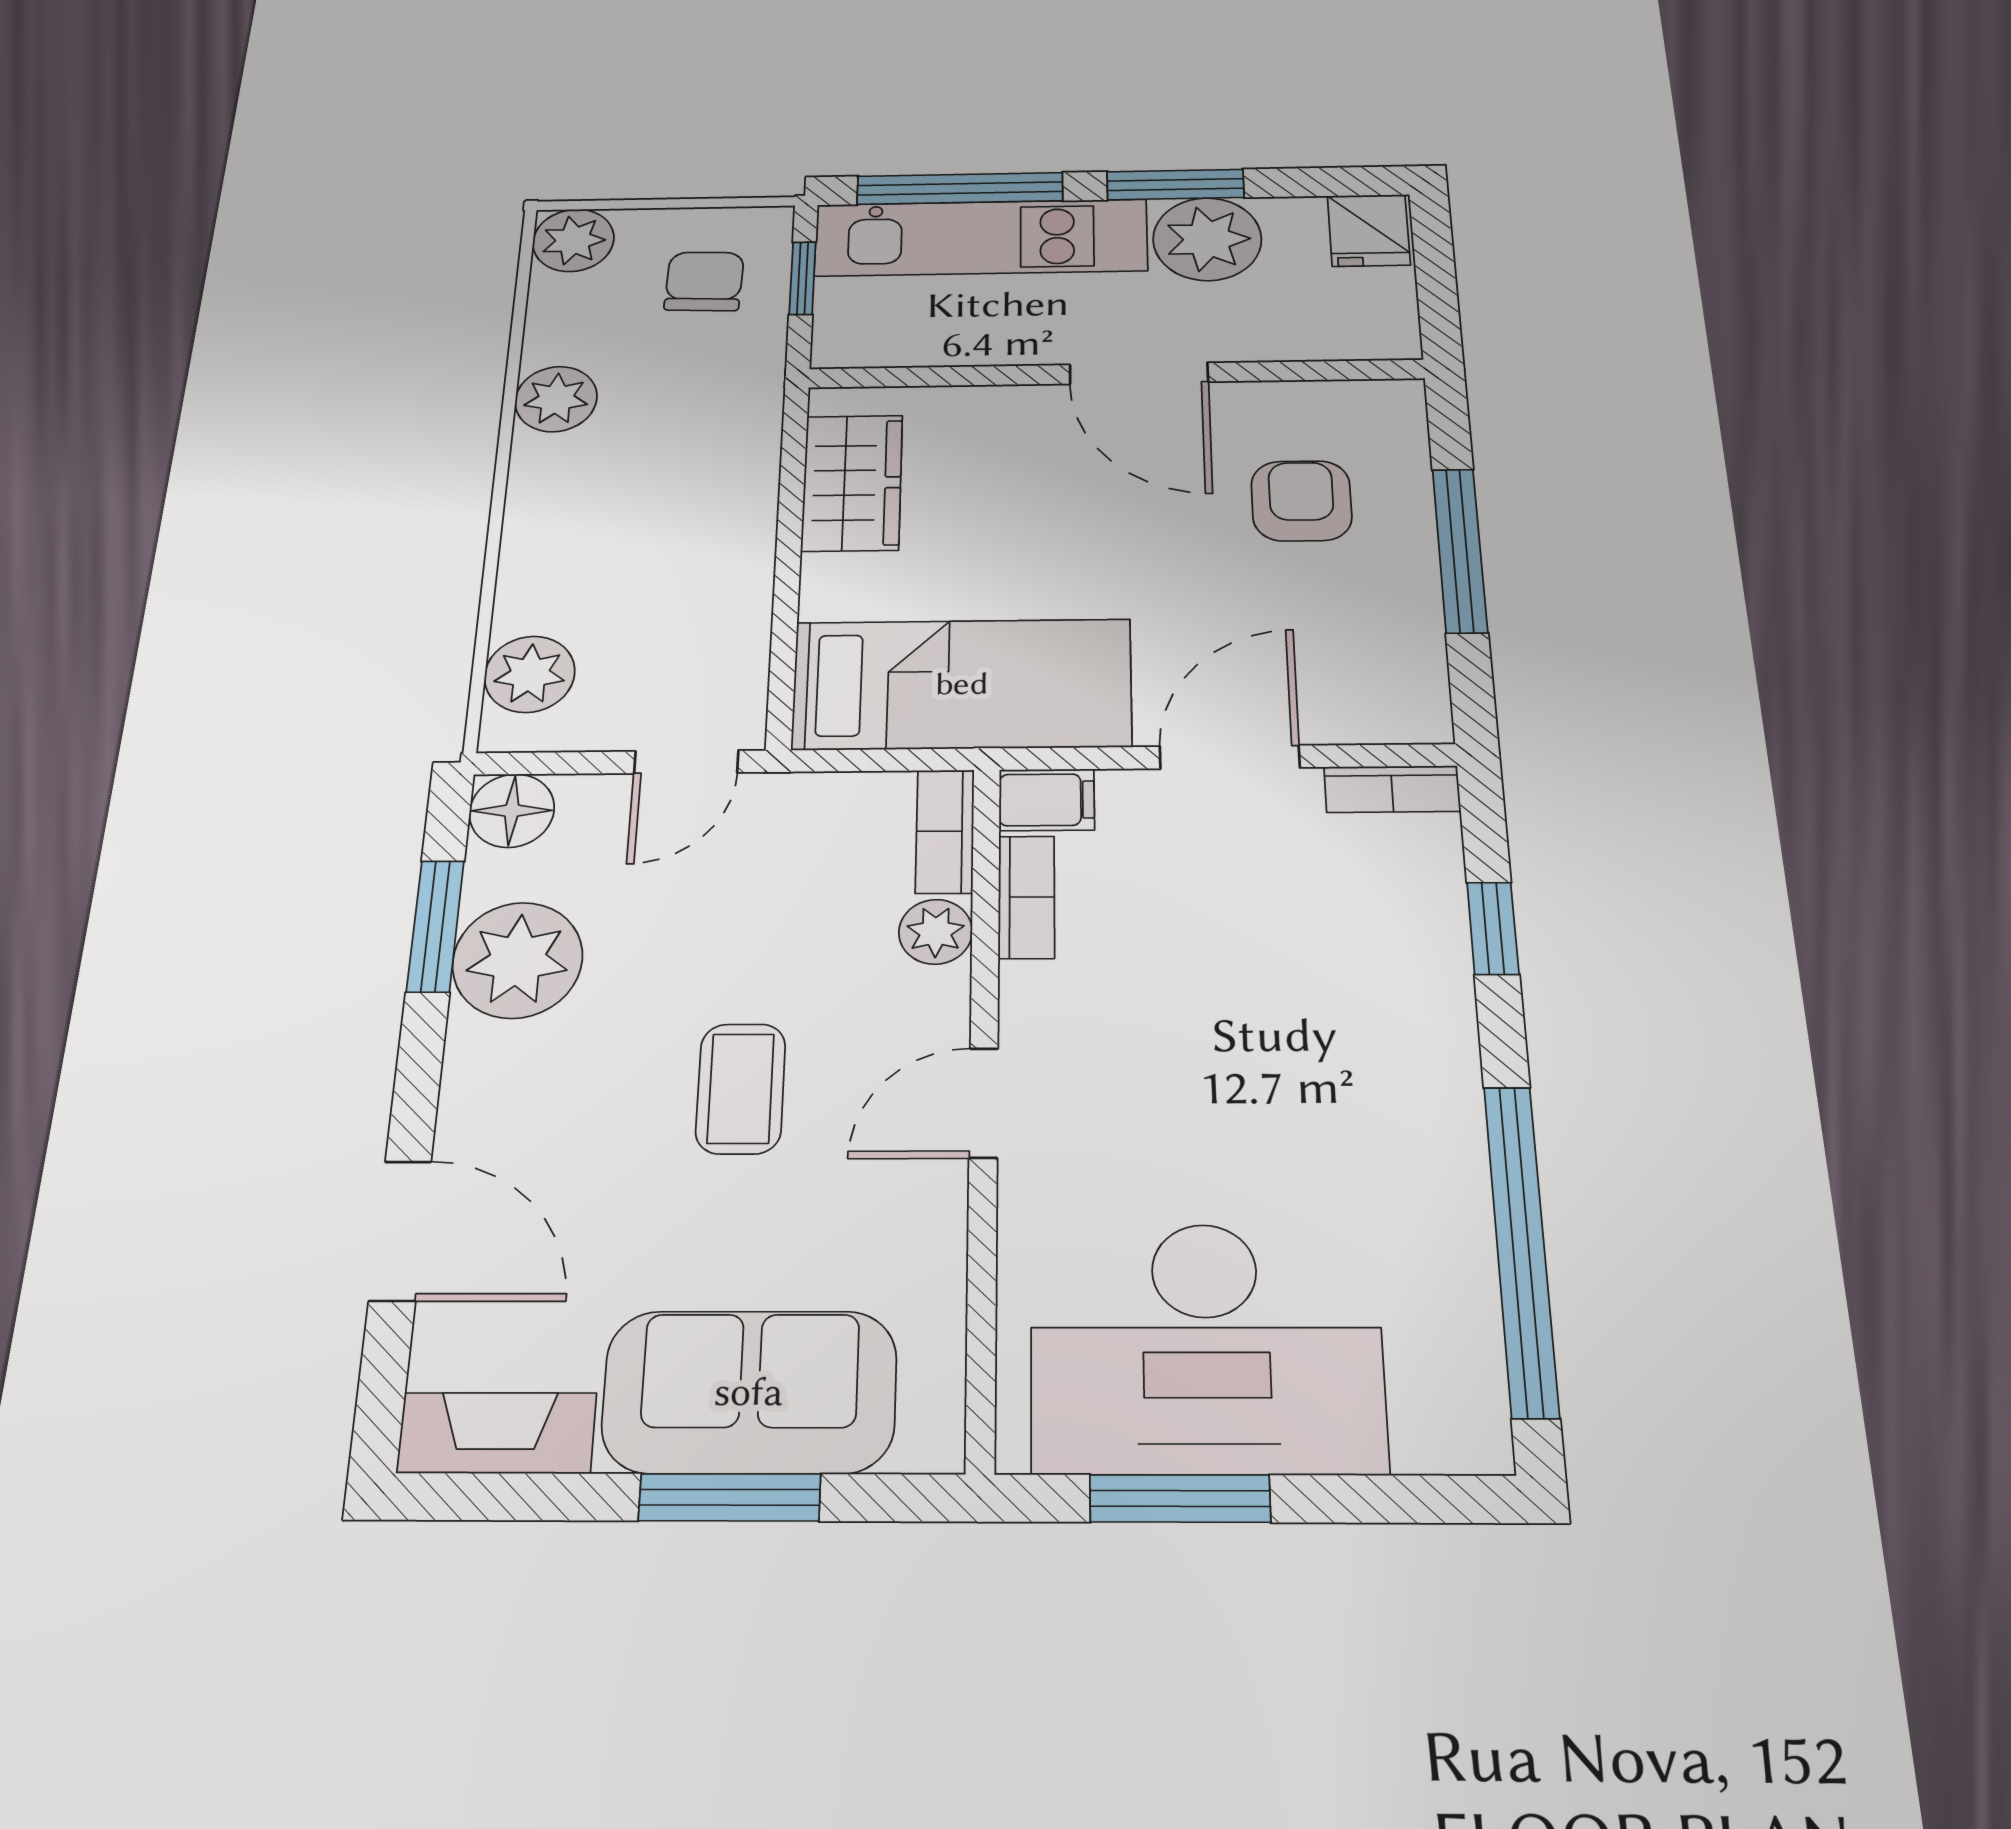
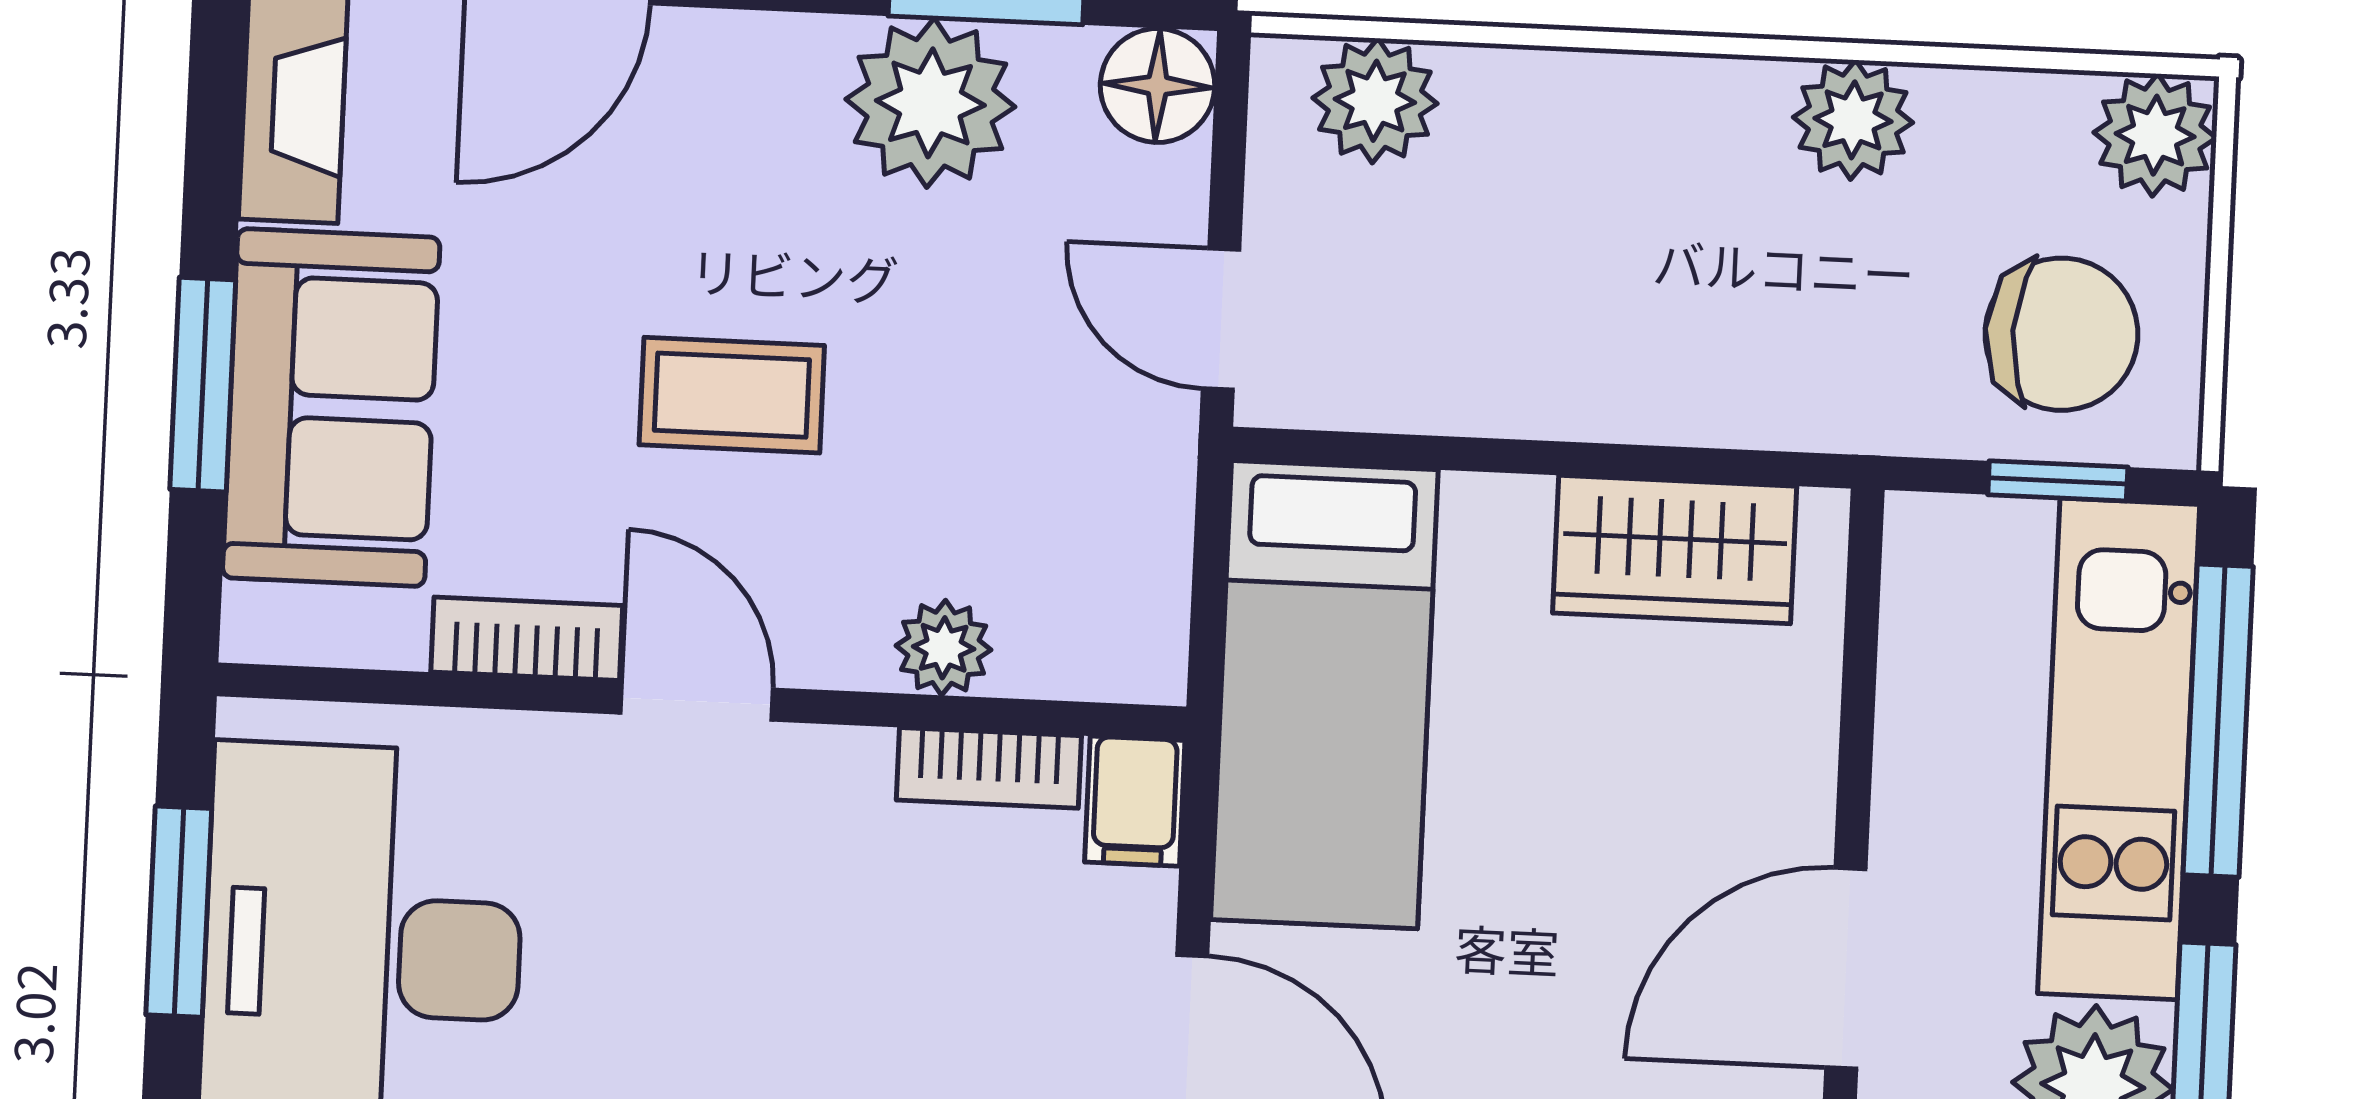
chair: (704, 281) -> (2061, 334), width x1.37, depth x1.37
bookcase: (945, 831) -> (527, 639), moved

